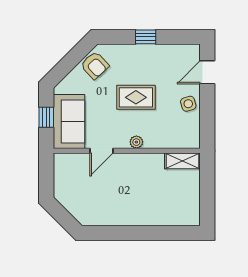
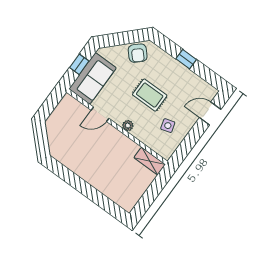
side table: (188, 104) -> (168, 126), moved

